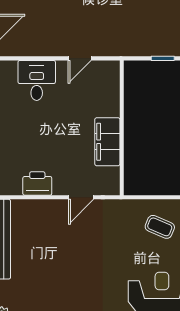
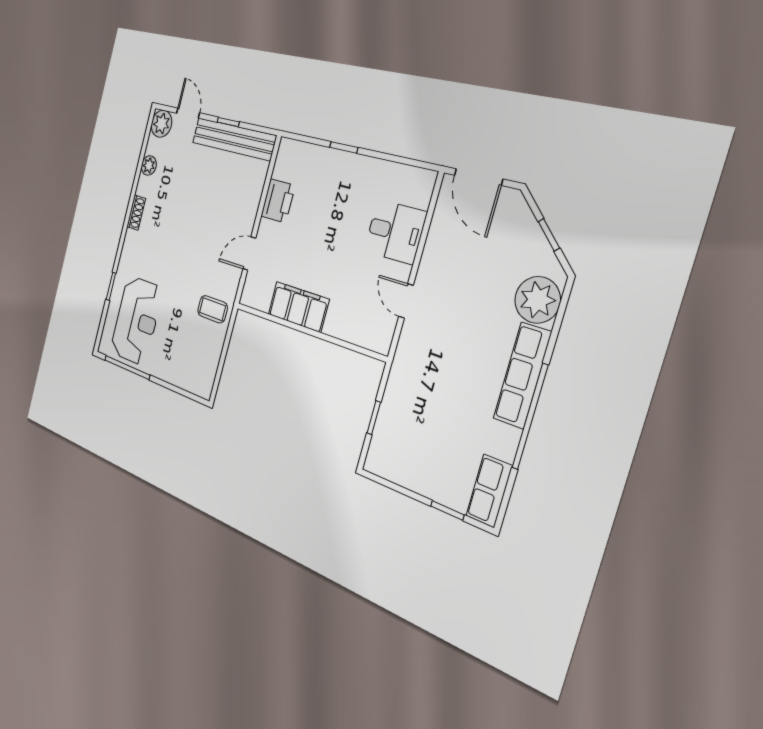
door: (81, 197) -> (249, 253), hinge flipped
coffee table: (160, 227) -> (213, 309), moved, turned 67

